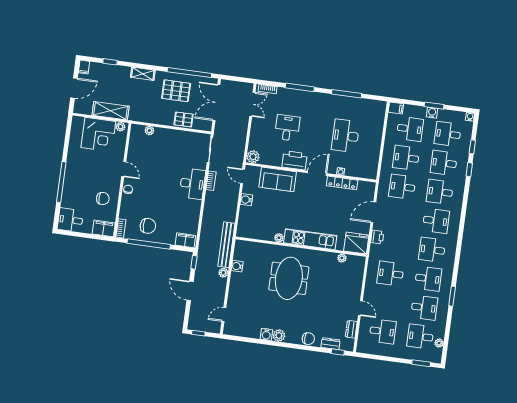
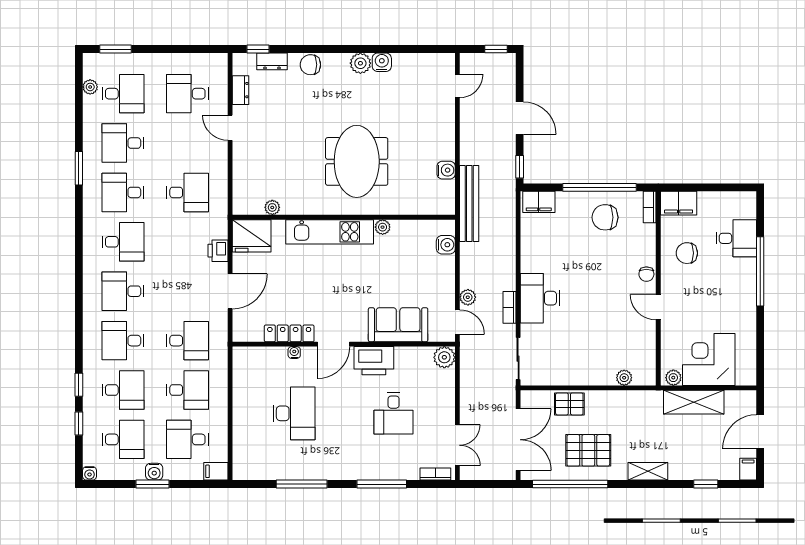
double door: (252, 104) -> (457, 445), swing flipped
desk: (440, 192) -> (123, 341), turned 180
water cooler: (246, 200) -> (446, 245), moved
desk: (70, 220) -> (736, 238), moved
plant: (223, 273) -> (468, 297), moved

